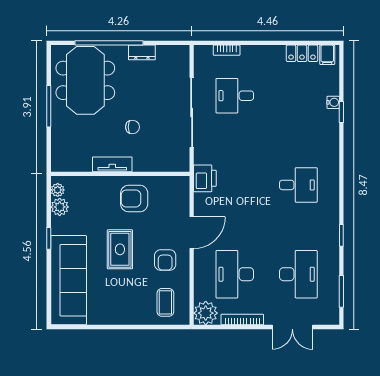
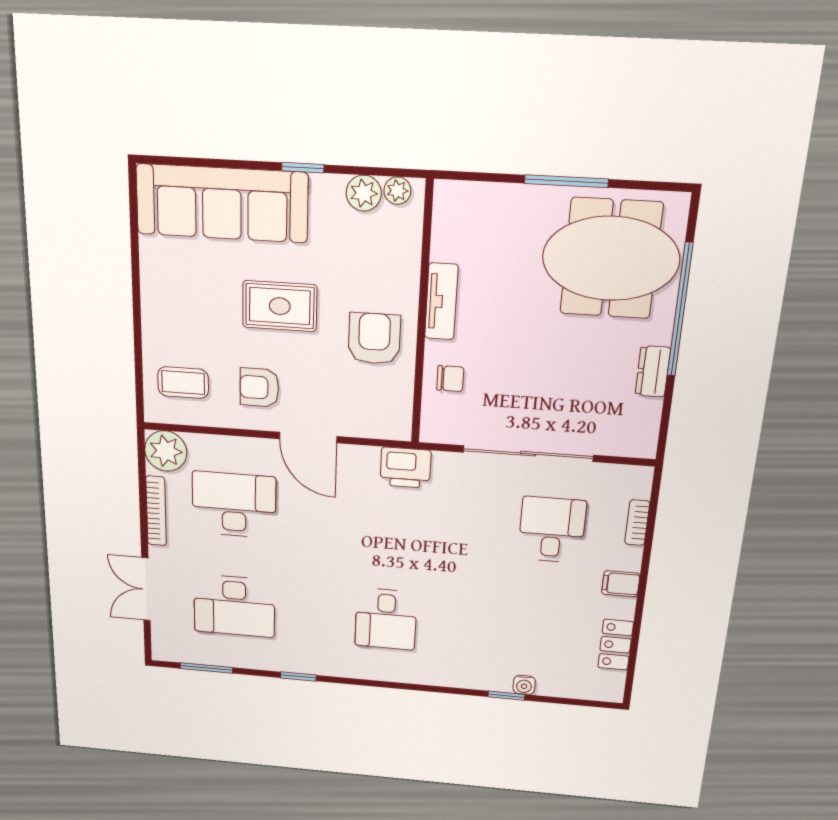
filing cabinet: (327, 55) -> (621, 584), moved
chair: (133, 127) -> (450, 379), moved, turned -90

